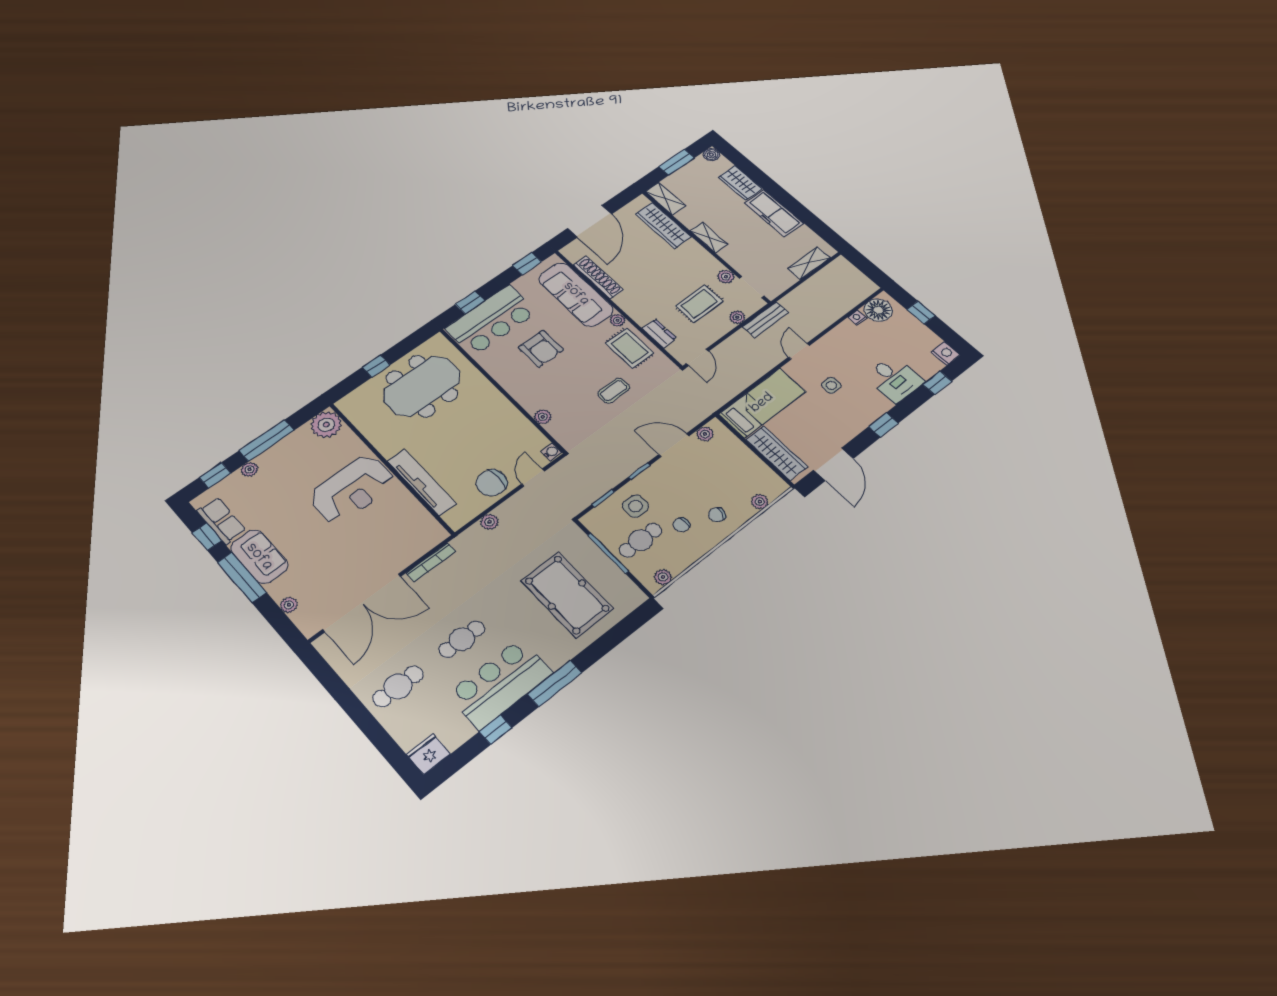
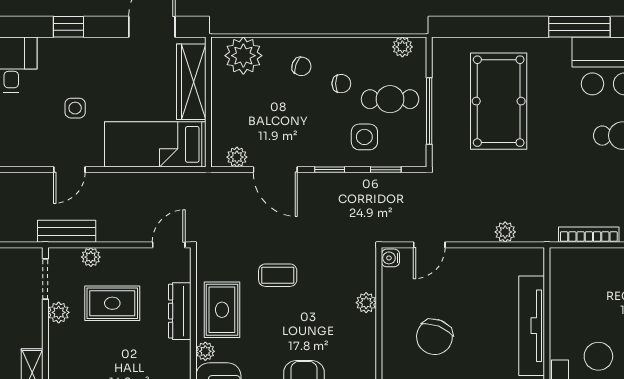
dresser: (659, 333) -> (180, 311), width x1.44
chair: (492, 483) -> (434, 337), moved, turned 111
plant: (760, 502) -> (243, 56), width x1.88, depth x1.88

